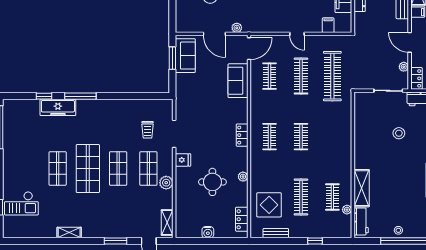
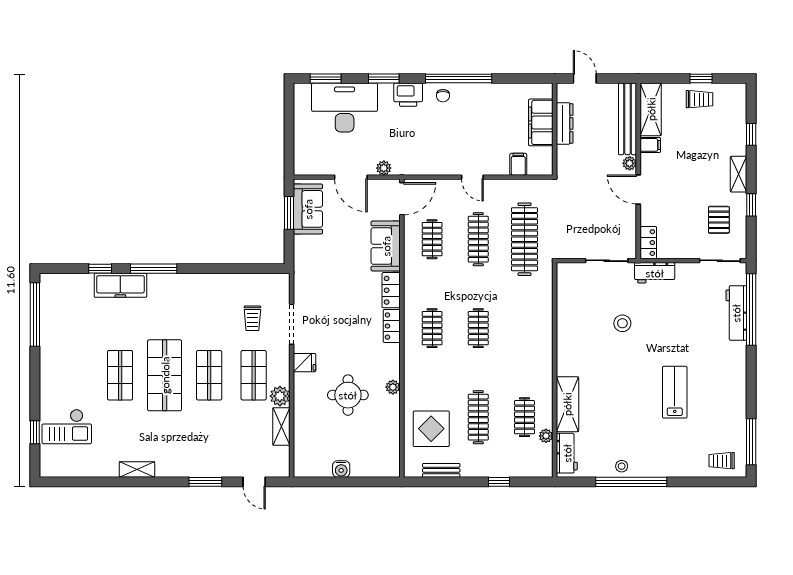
plant: (404, 67) -> (630, 163), moved
locker: (242, 219) -> (391, 290), moved
shelving: (167, 223) -> (281, 426), moved

